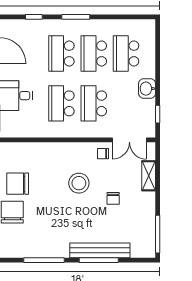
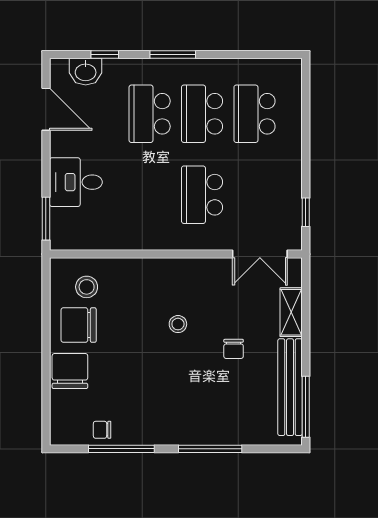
washbasin: (147, 89) -> (86, 72), moved, turned -90
school desk: (61, 103) -> (150, 195), removed
chair: (103, 154) -> (102, 430), moved
stool: (23, 160) -> (87, 287), added
stool: (79, 183) -> (178, 324), width x0.53, depth x0.53
bench: (100, 250) -> (290, 387), moved, turned 90

